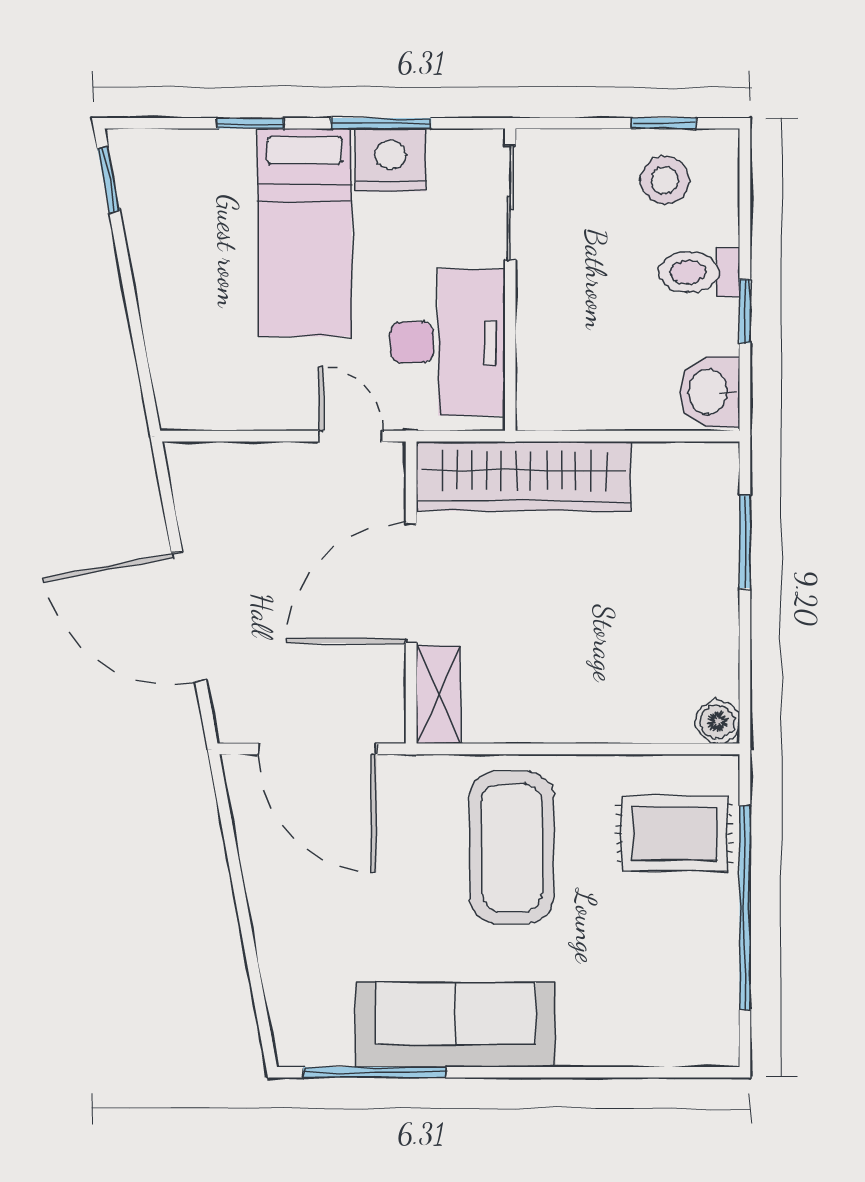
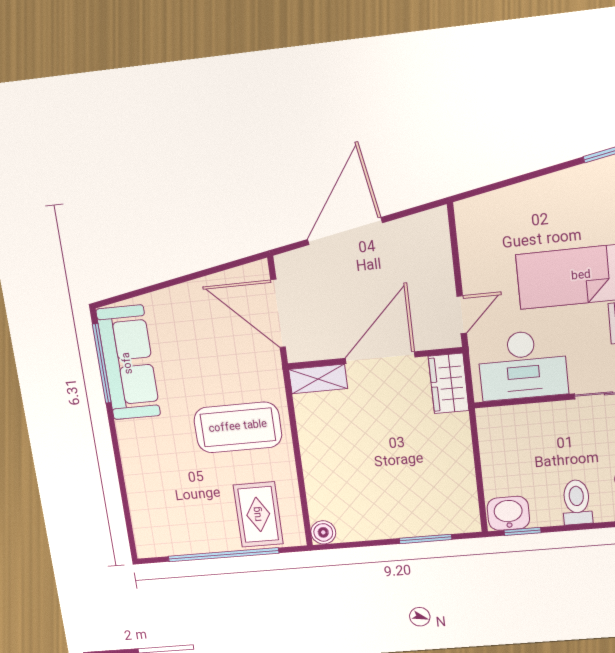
window: (745, 311) -> (522, 531), moved
wardrobe: (524, 476) -> (449, 383), width x0.48, depth x0.85
door: (411, 583) -> (380, 358), hinge flipped
door: (317, 749) -> (278, 313), hinge flipped
sofa: (456, 1025) -> (128, 363), moved

